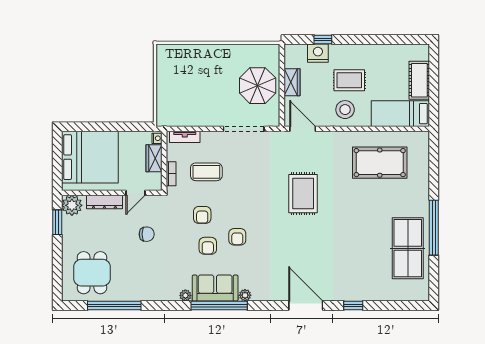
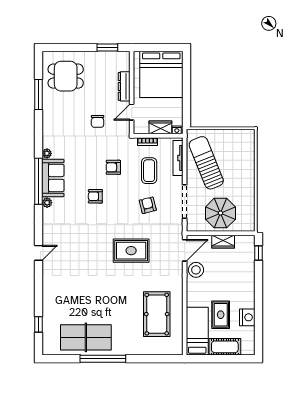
window: (323, 39) -> (259, 253), moved
nightstand: (318, 53) -> (247, 317), moved
rug: (349, 80) -> (221, 315), moved
sun lounger: (197, 103) -> (206, 163), added
stool: (345, 110) -> (196, 270), moved
tv unit: (185, 137) -> (178, 158), width x1.41
door: (136, 193) -> (132, 112), hinge flipped
plant: (72, 205) -> (121, 59), removed
armchair: (208, 246) -> (148, 205), moved, turned 76
window: (114, 306) -> (38, 95), width x0.68
door: (306, 306) -> (38, 253), width x0.53
window: (353, 306) -> (38, 324), moved

